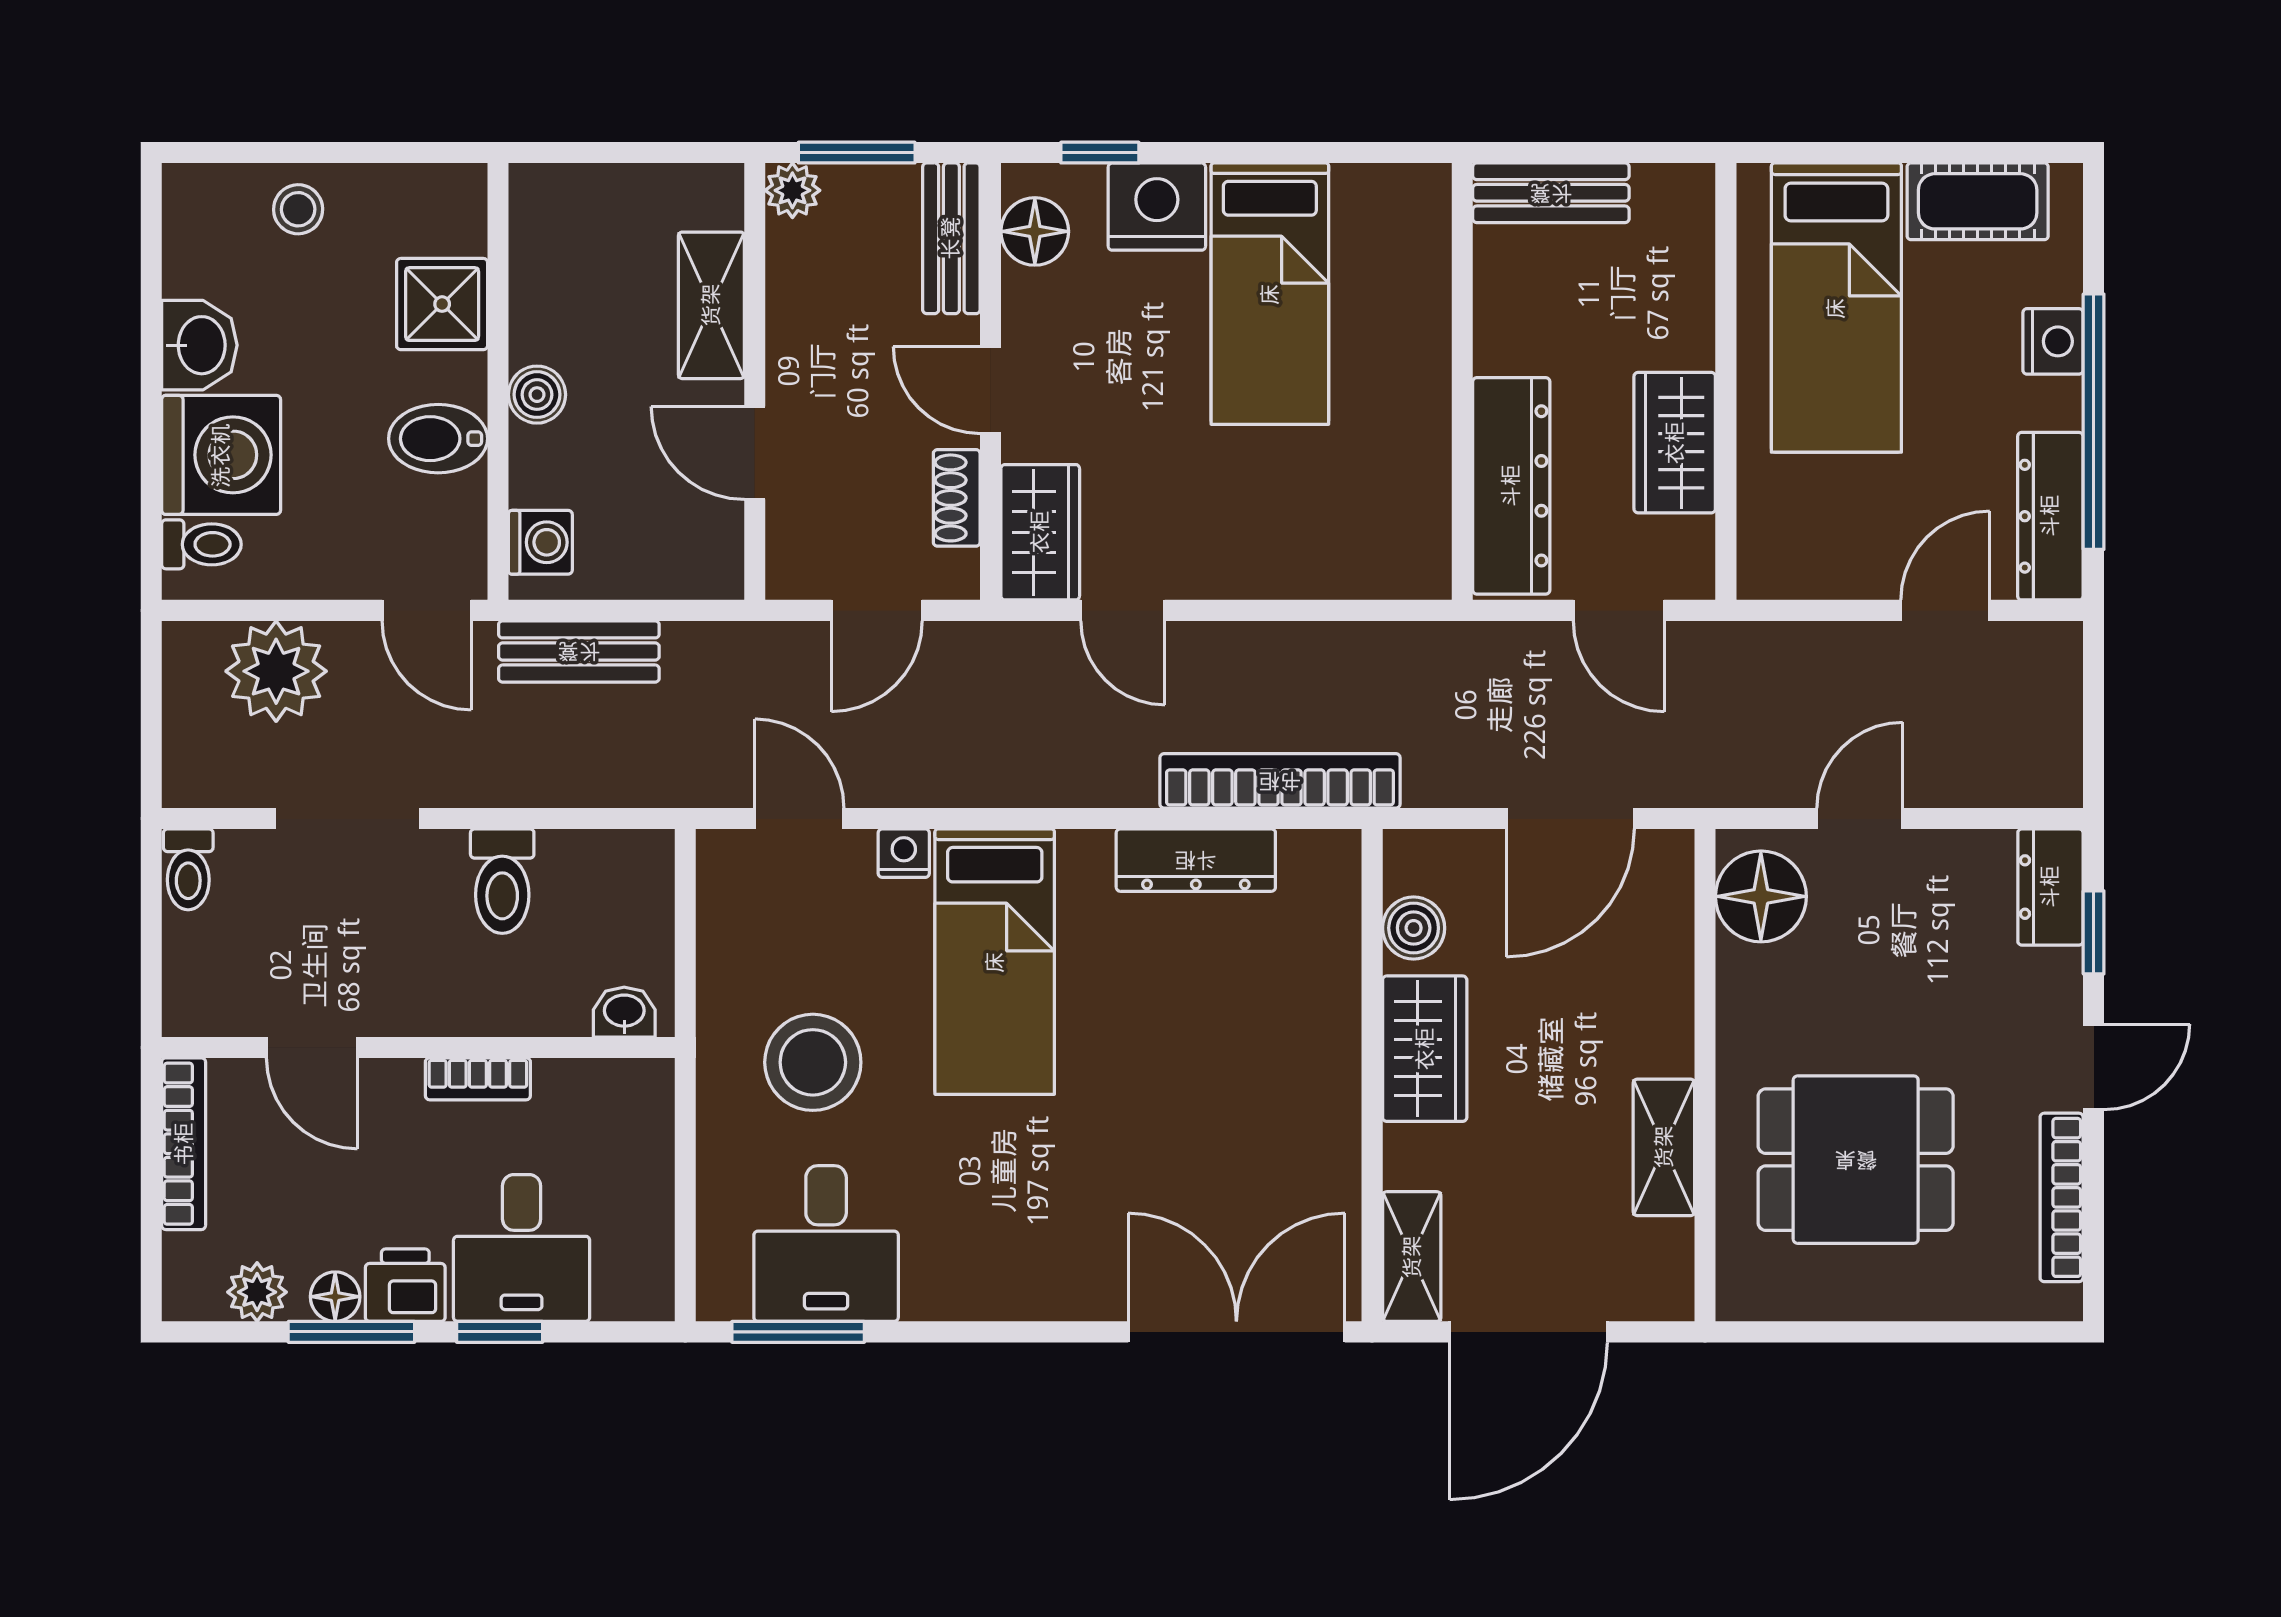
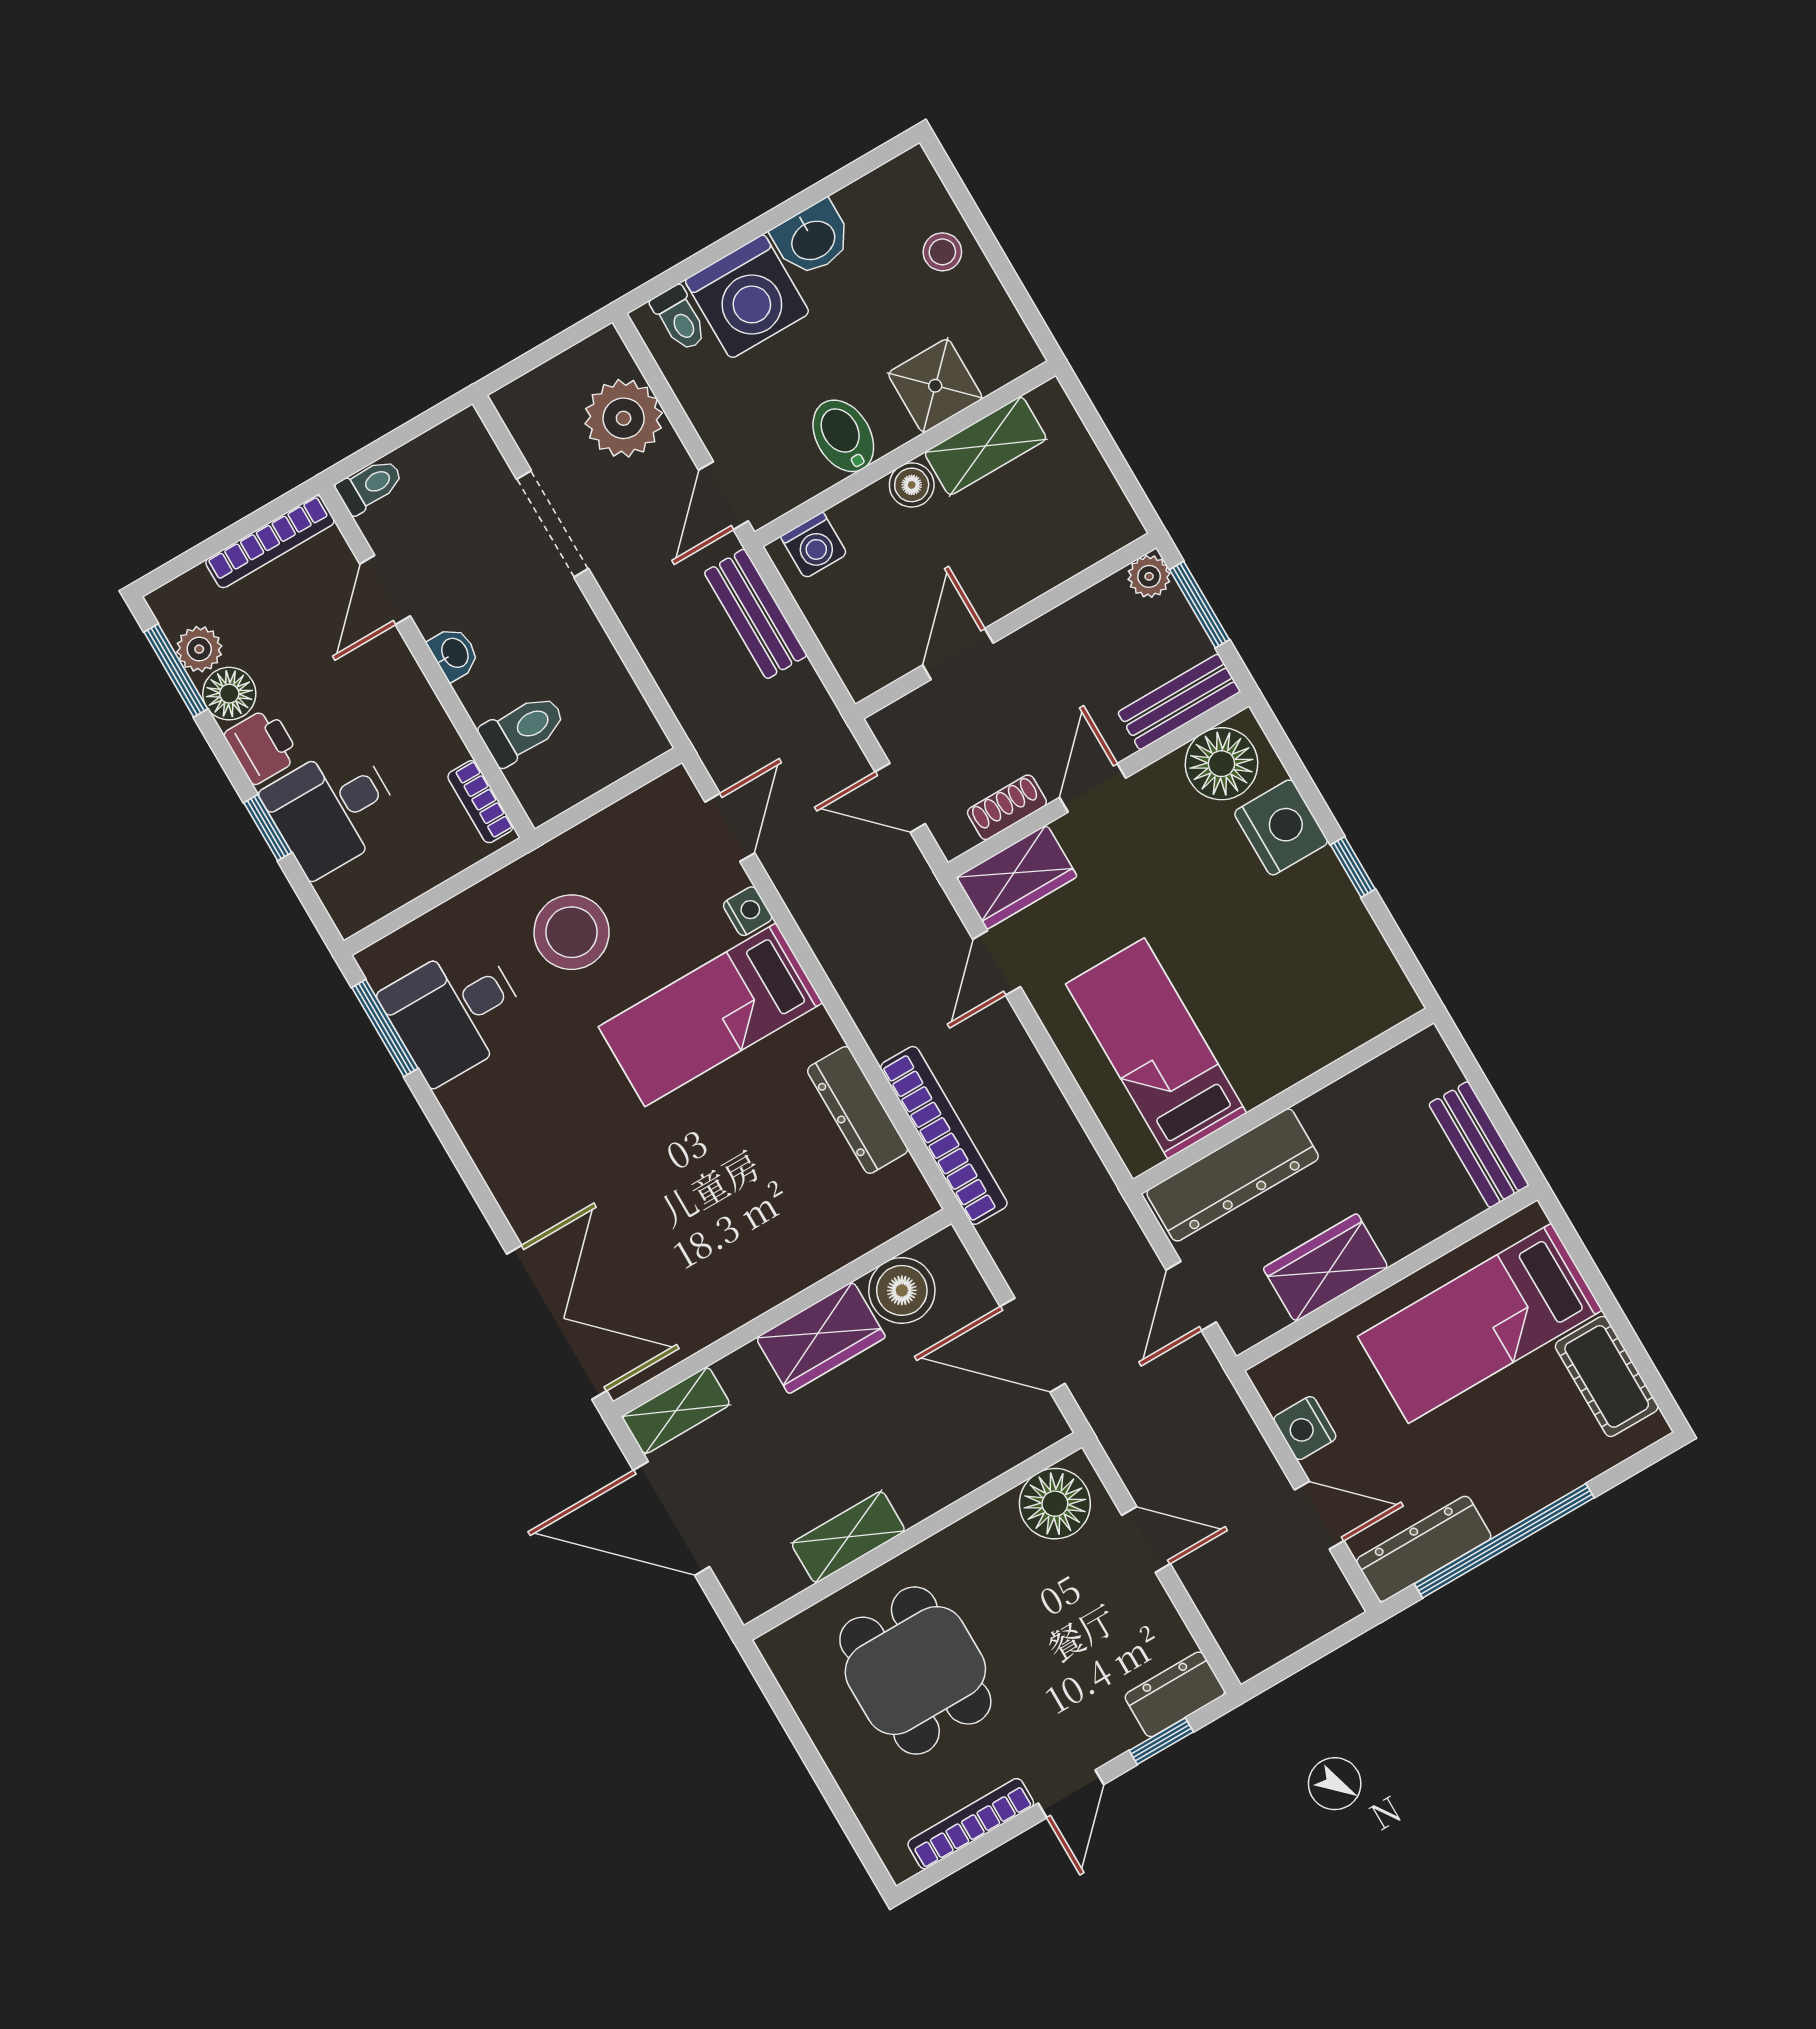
window: (1100, 153) -> (1353, 867), moved
bench: (1551, 193) -> (1479, 1145), moved
floor lamp: (1035, 231) -> (1221, 764), width x1.38, depth x1.38
bed: (1270, 294) -> (1156, 1048), moved, turned 90
shelving: (711, 305) -> (986, 446), moved
nightstand: (2053, 341) -> (1305, 1428), moved, turned 90
toilet: (188, 869) -> (370, 486), moved, turned 180
toilet: (502, 881) -> (523, 729), moved, turned 180
boiler: (1414, 928) -> (902, 1290), width x1.36, depth x1.36
washbasin: (624, 1012) -> (454, 653), moved
door: (2094, 1067) -> (1071, 1794), hinge flipped
bookcase: (478, 1079) -> (480, 802), moved
floor lamp: (335, 1297) -> (229, 694), width x1.37, depth x1.37
window: (351, 1332) -> (176, 671), moved

